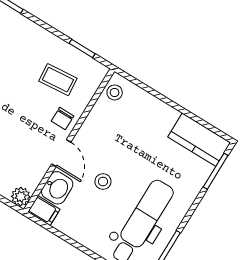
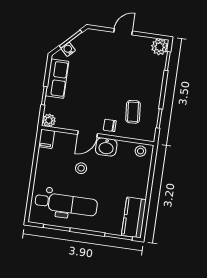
washbasin: (57, 188) -> (106, 147), moved

